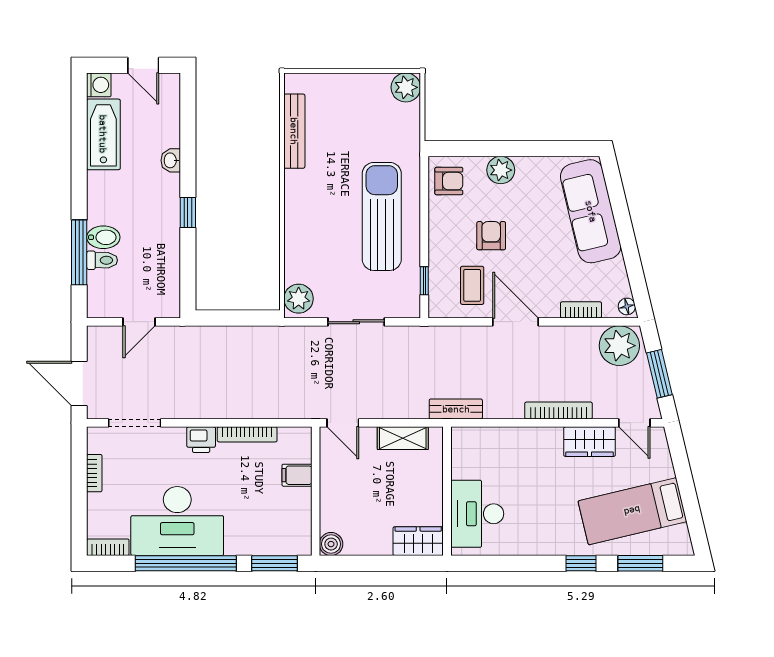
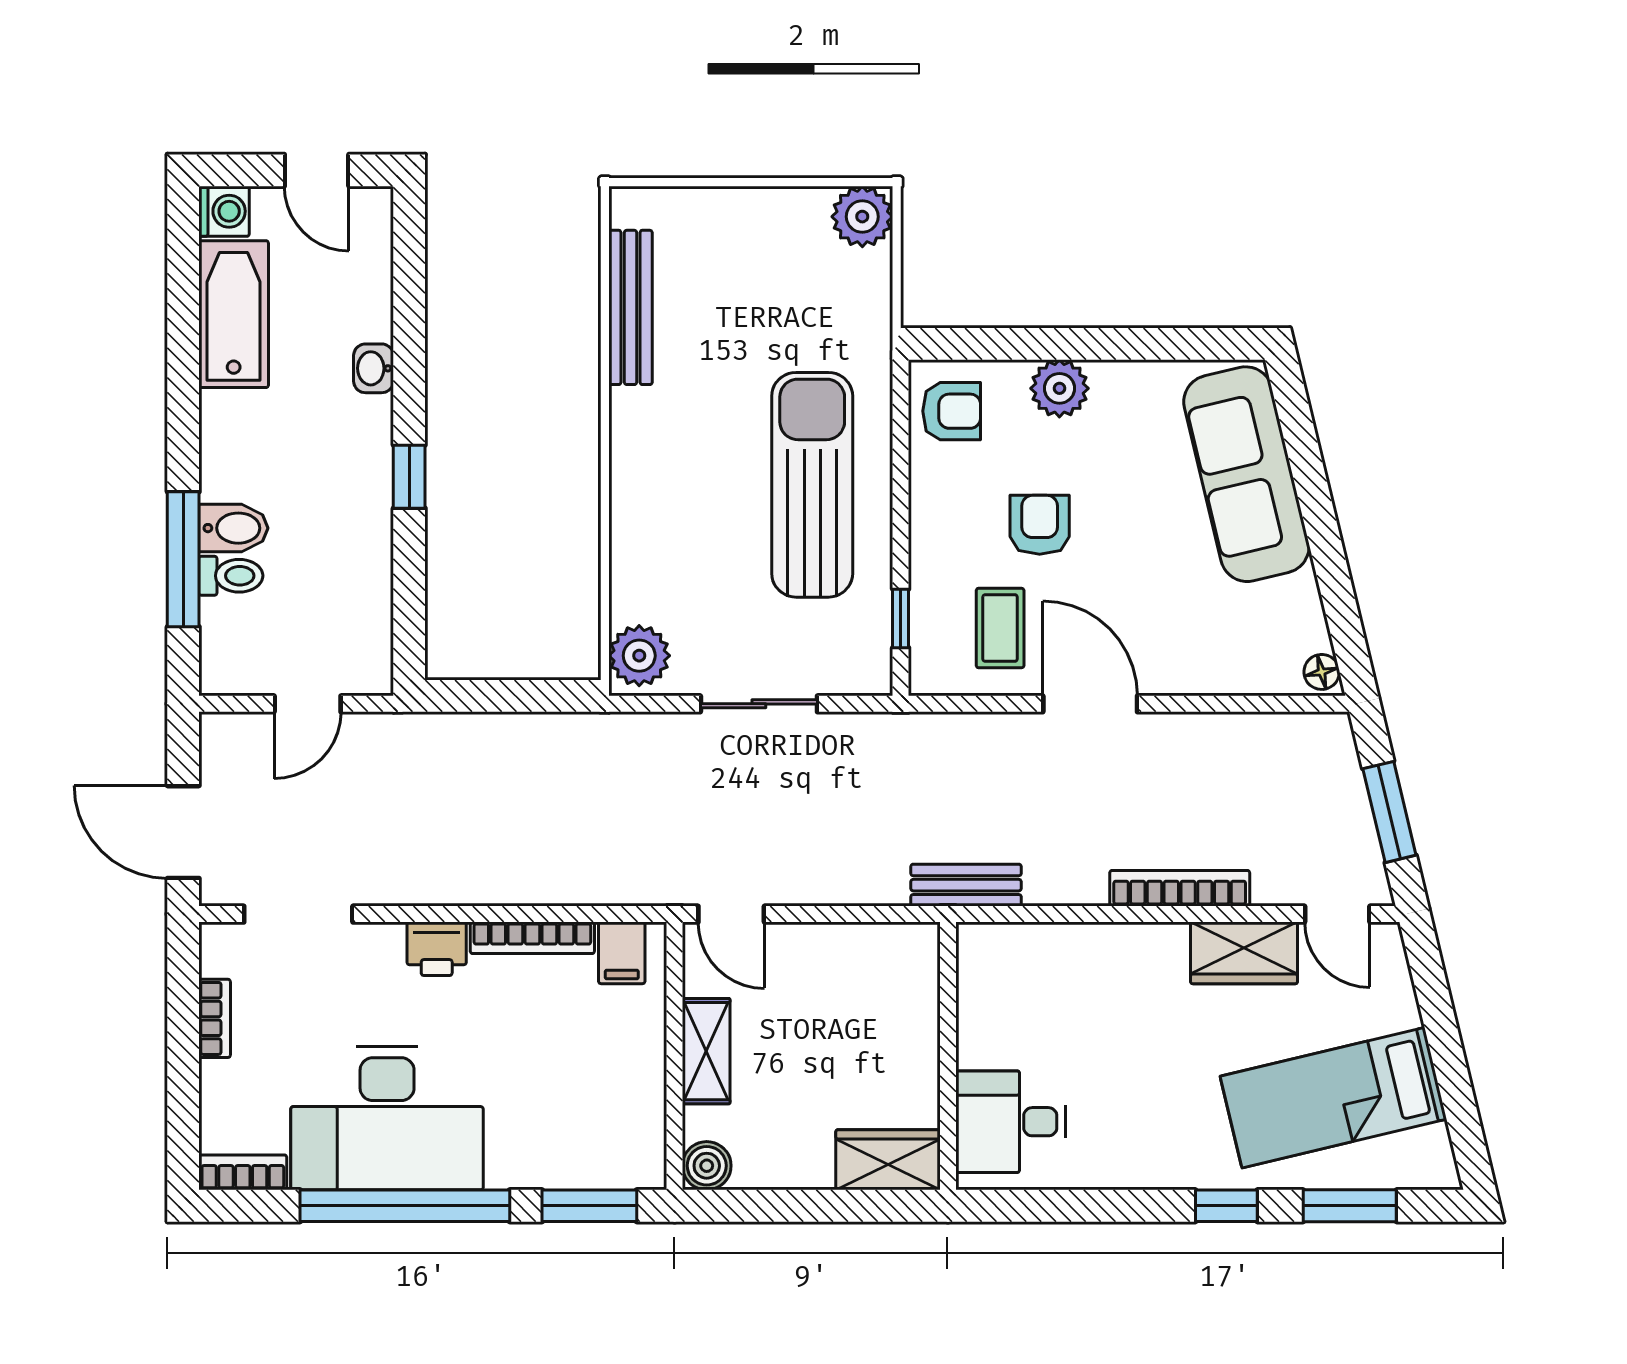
bookcase: (581, 310) -> (1226, 679), removed
plant: (619, 346) -> (1306, 753), removed
shelving: (403, 438) -> (706, 1051), moved, turned 90
filing cabinet: (297, 475) -> (622, 953), moved, turned -90
desk: (477, 514) -> (1011, 1122), width x0.73

